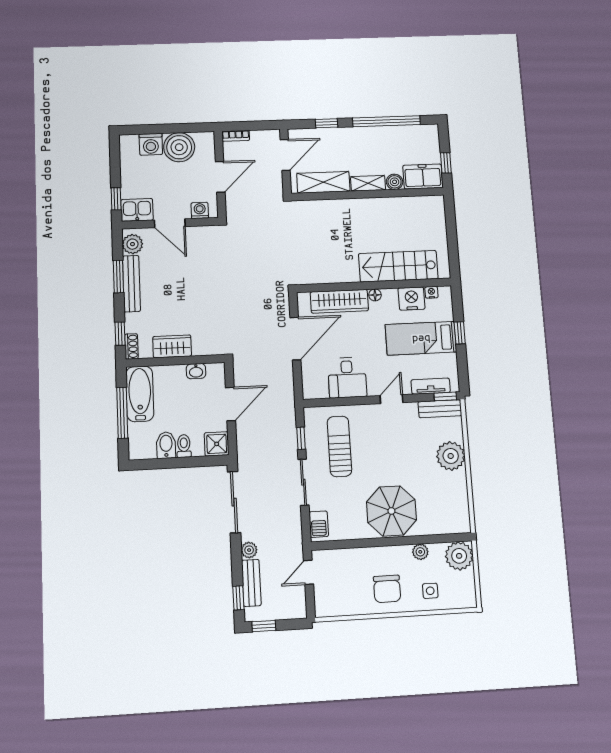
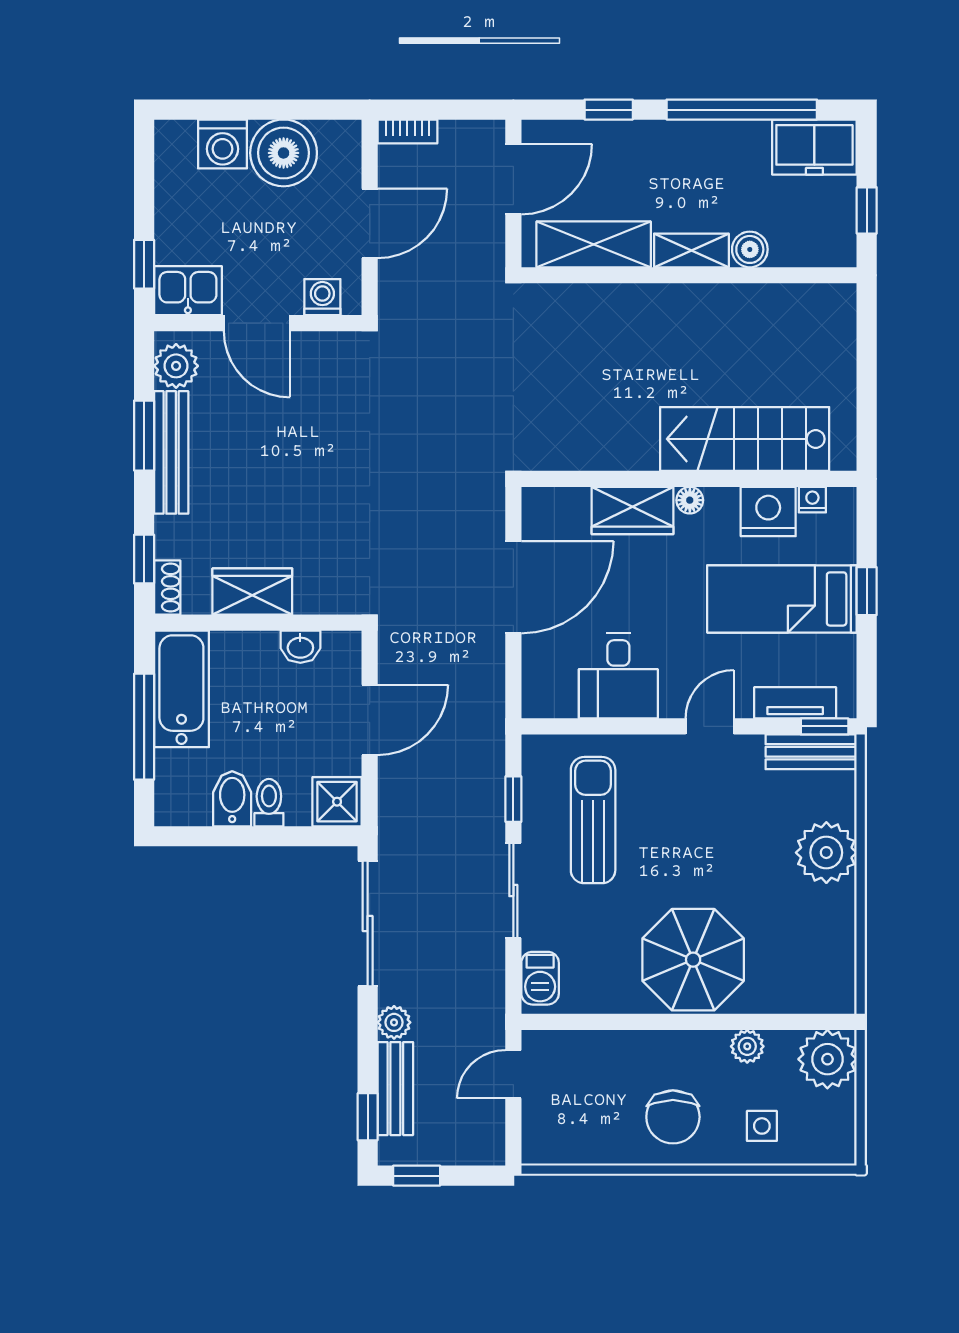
freezer: (423, 177) -> (814, 147), moved, turned 180
wardrobe: (339, 301) -> (632, 511), width x0.67

